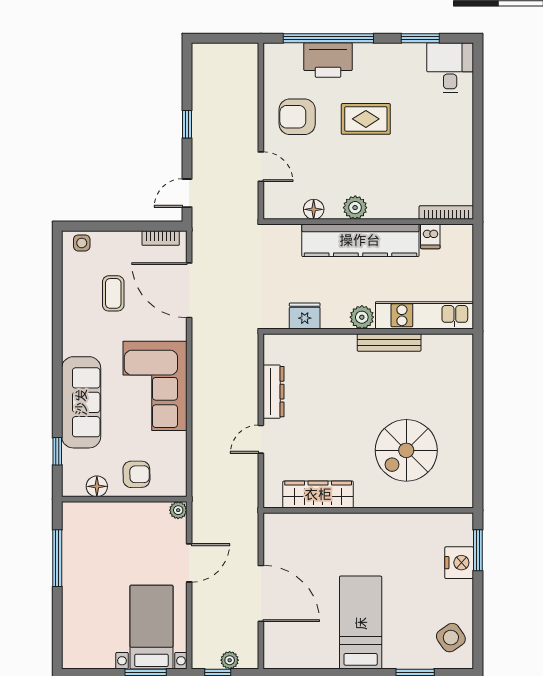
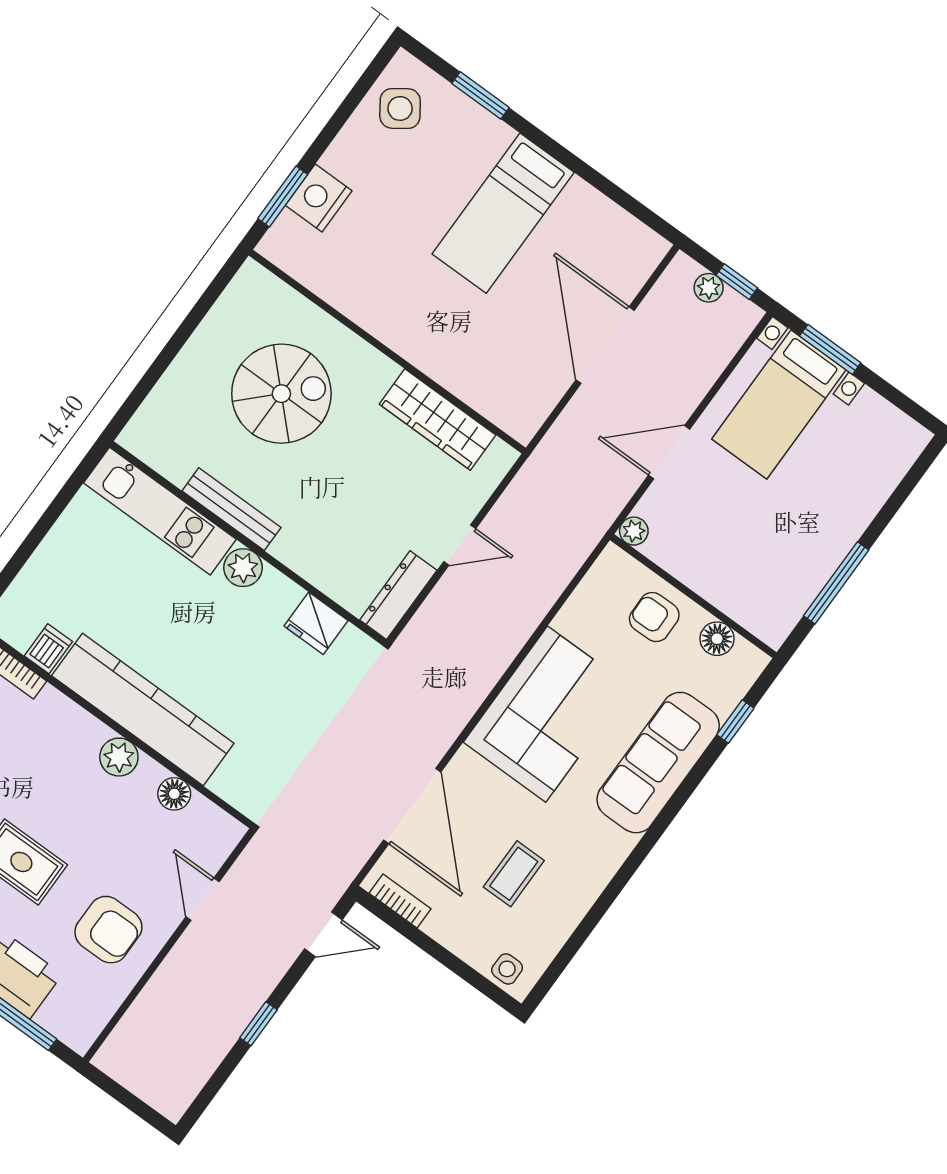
kitchen unit: (424, 315) -> (160, 511), moved
fridge: (305, 316) -> (316, 623), moved
plant: (362, 317) -> (243, 568), moved
wall: (368, 331) -> (248, 543), moved
bench: (389, 342) -> (231, 509), moved

